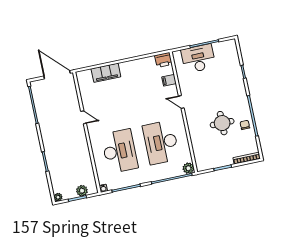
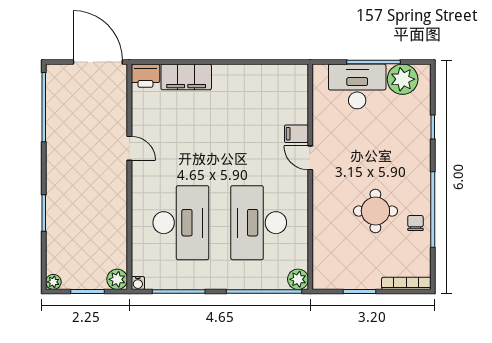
plant: (222, 50) -> (403, 79), added
printer: (163, 60) -> (145, 76), moved
filing cabinet: (169, 80) -> (296, 134), moved
plant: (82, 191) -> (117, 279), moved

